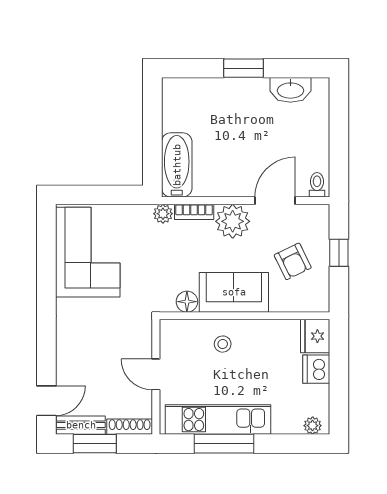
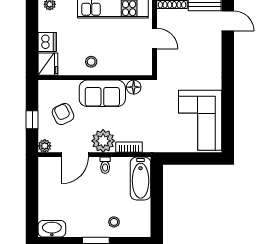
washbasin: (290, 90) -> (52, 229), moved
stool: (216, 100) -> (114, 222), added
toilet: (317, 185) -> (105, 165), moved
plant: (163, 214) -> (45, 146), moved
stool: (223, 344) -> (91, 62), moved
door: (46, 401) -> (228, 21), swing flipped

